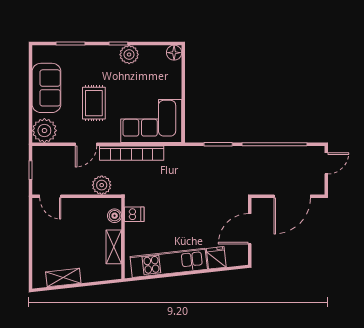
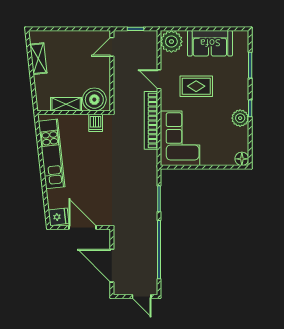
plant: (102, 185) -> (122, 93), removed
boiler: (115, 216) -> (94, 100), width x1.86, depth x1.86
fridge: (216, 258) -> (58, 217), moved

